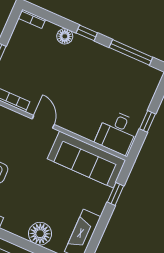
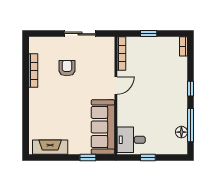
floor lamp: (65, 36) -> (181, 132), moved
floor lamp: (40, 234) -> (38, 117), removed

